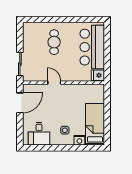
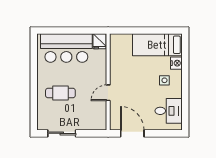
sliding door: (20, 64) -> (62, 133), moved

